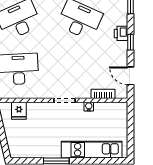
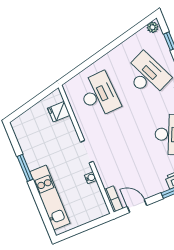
door: (131, 76) -> (137, 206), hinge flipped
bookcase: (103, 94) -> (114, 199), moved

